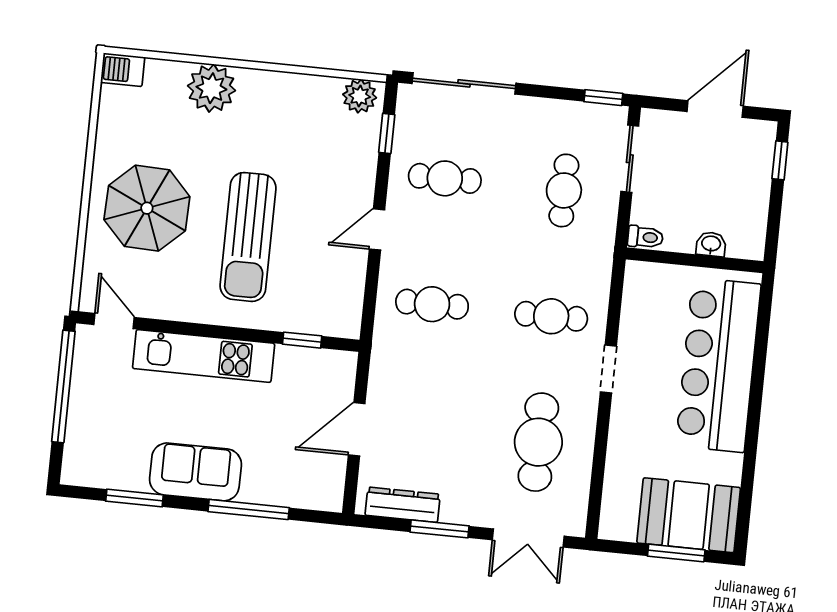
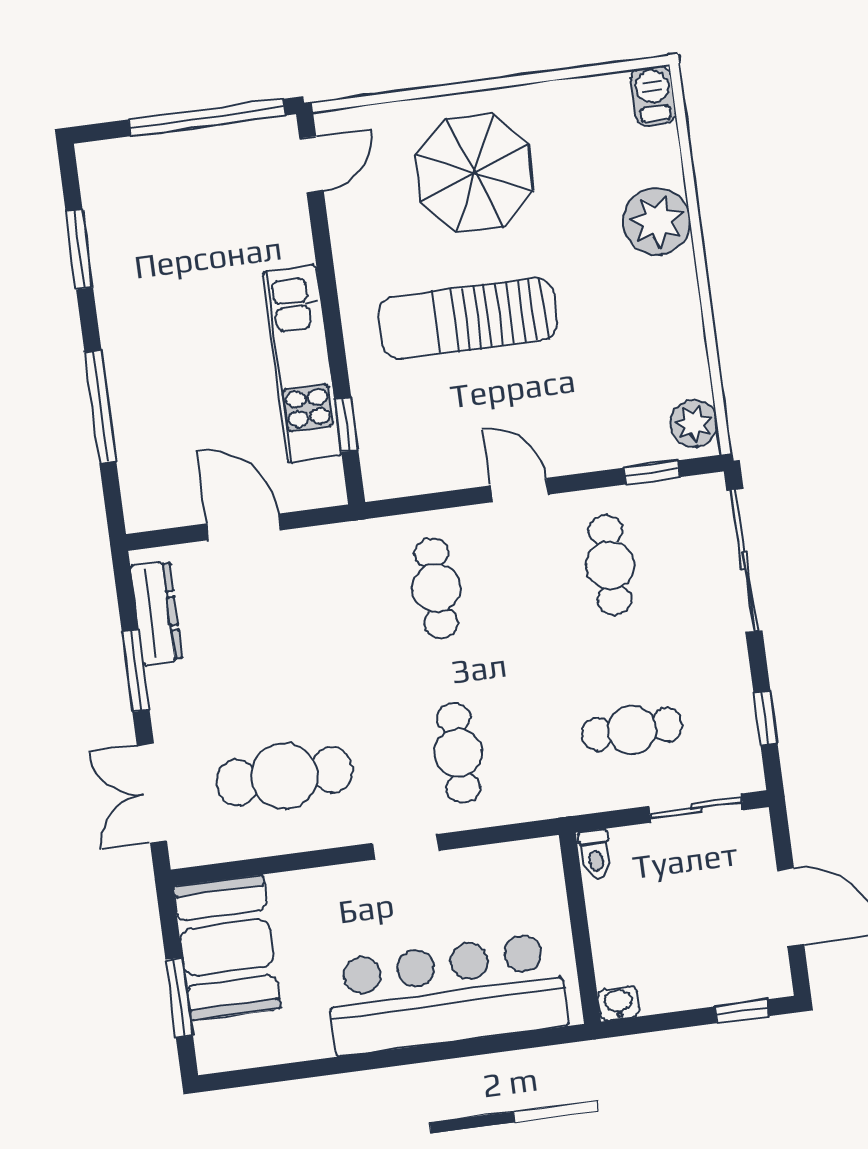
window: (603, 98) -> (765, 718), moved
washbasin: (711, 244) -> (619, 1003), moved, turned -90
kitchen unit: (204, 356) -> (302, 364), moved
sofa: (195, 472) -> (134, 323), removed
booth: (689, 515) -> (227, 948), moved

